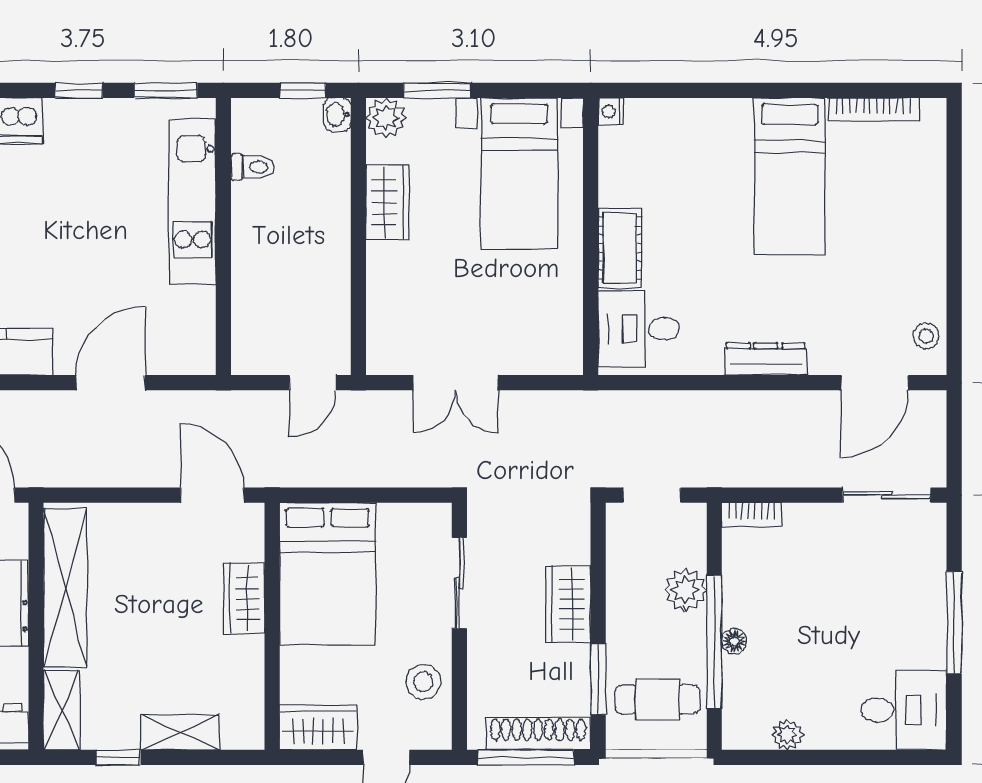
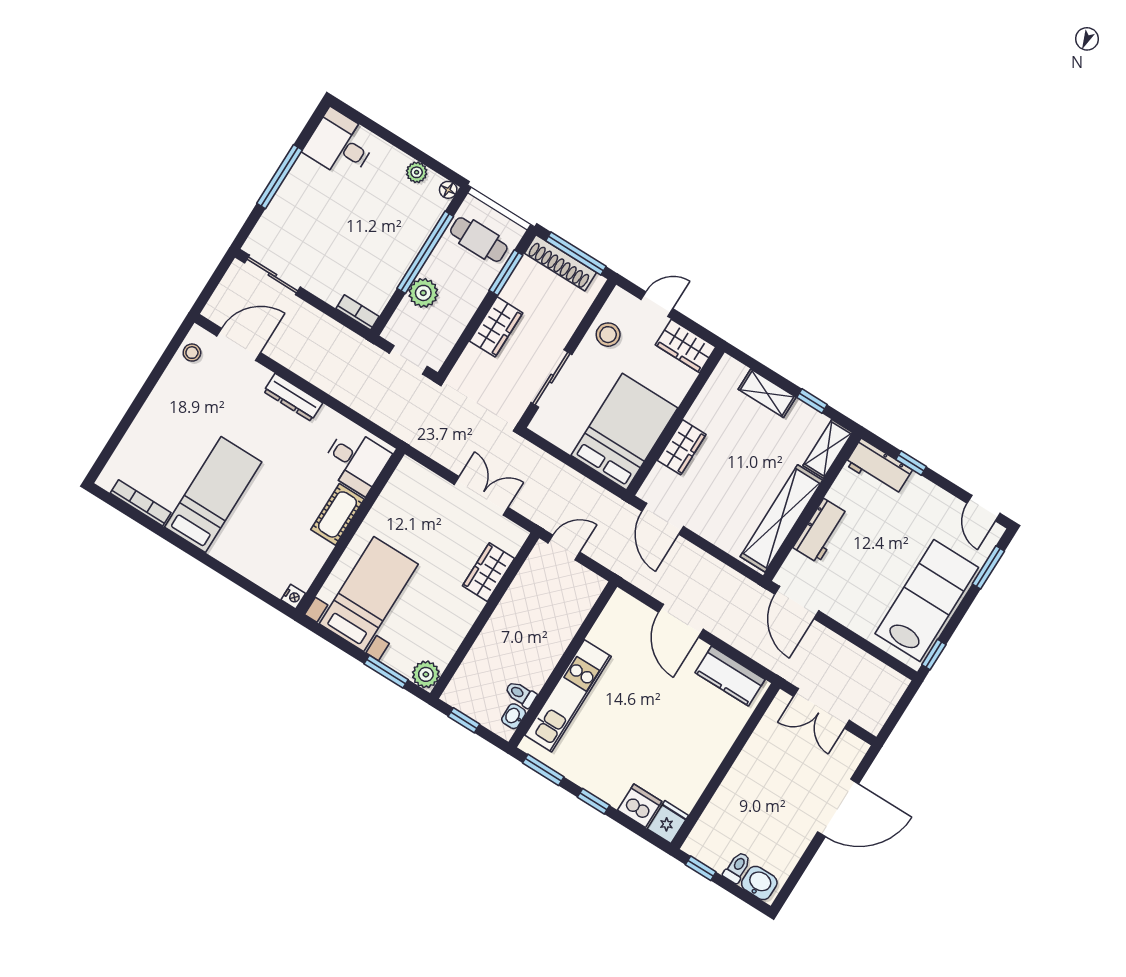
washbasin: (337, 114) -> (514, 716), moved, turned 180
wardrobe: (387, 202) -> (488, 572), moved
door: (111, 383) -> (681, 621), hinge flipped
floor lamp: (734, 641) -> (448, 190), moved

